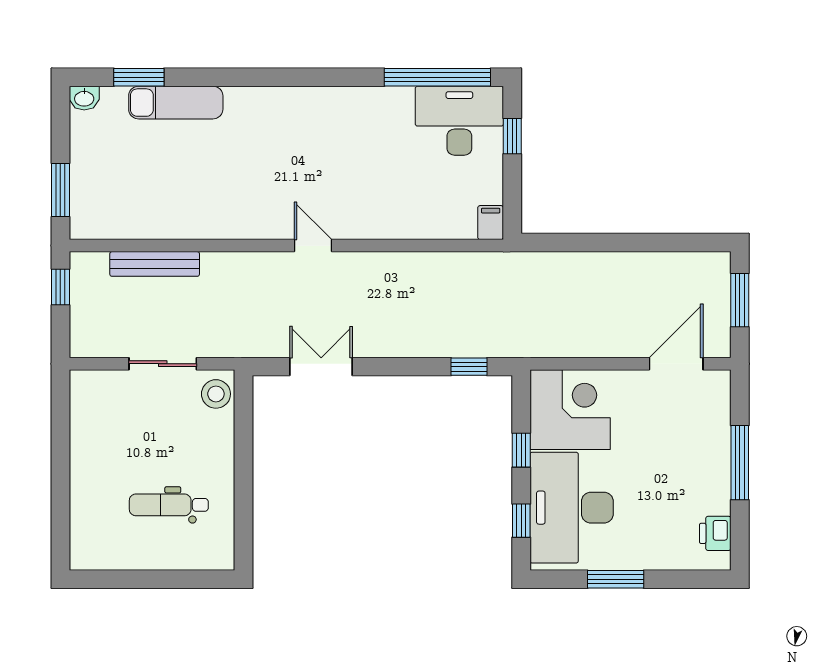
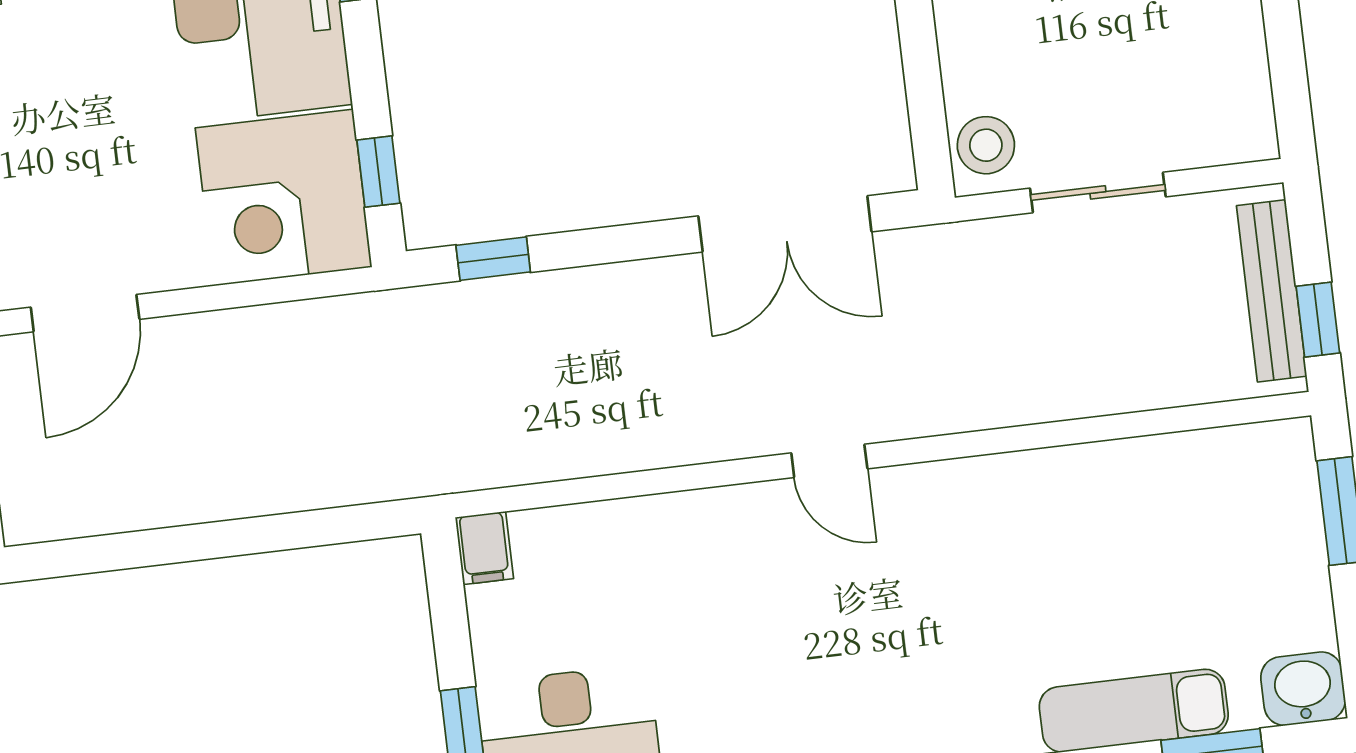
washbasin: (84, 98) -> (1303, 689), width x1.38, depth x1.45
bench: (155, 264) -> (1272, 291), moved, turned 90
double door: (321, 367) -> (785, 224), width x1.37
window: (521, 450) -> (378, 172), moved

